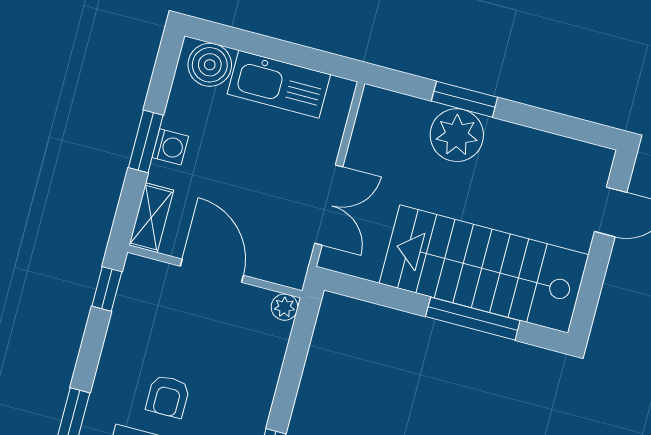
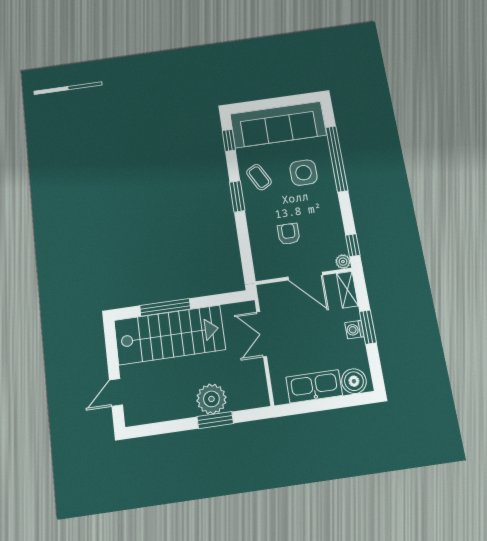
plant: (284, 307) -> (343, 262), moved
armchair: (168, 396) -> (289, 234), moved

